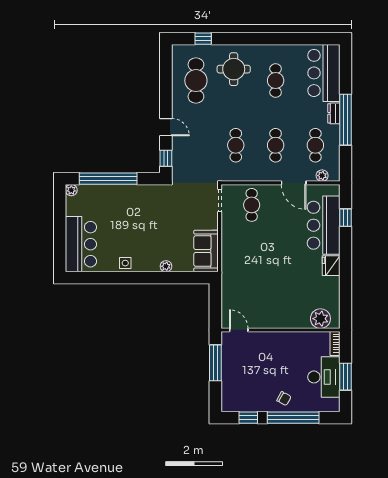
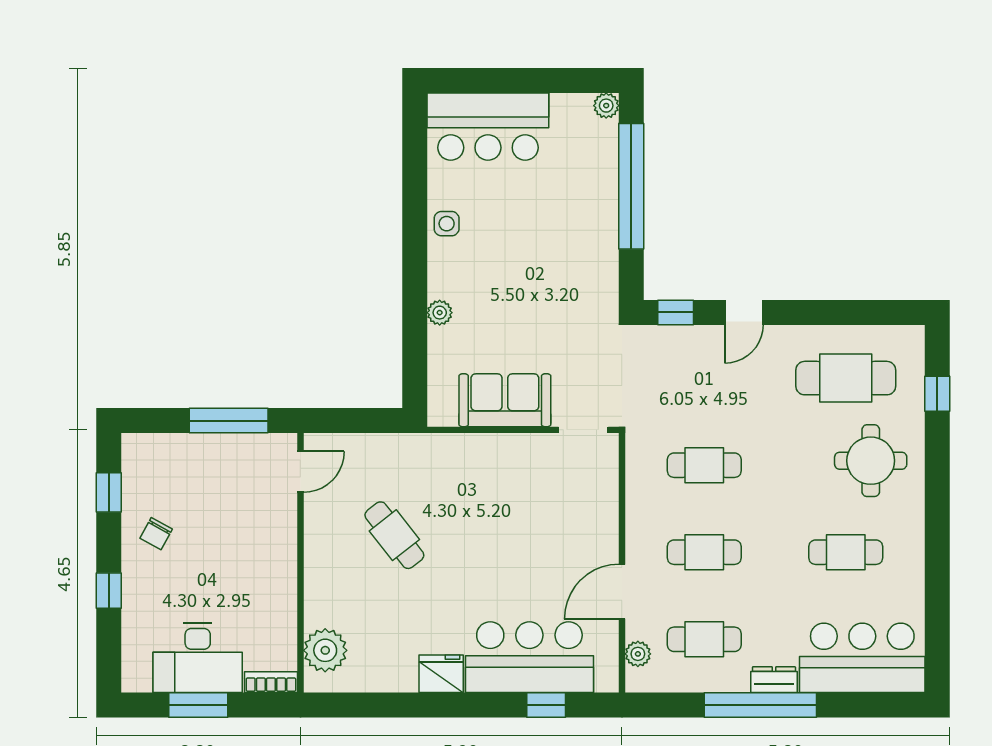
cafe table: (252, 205) -> (394, 535), moved, turned 52
sofa: (206, 251) -> (505, 400), moved
chair: (284, 399) -> (156, 534), moved
window: (293, 418) -> (109, 591), width x0.32

